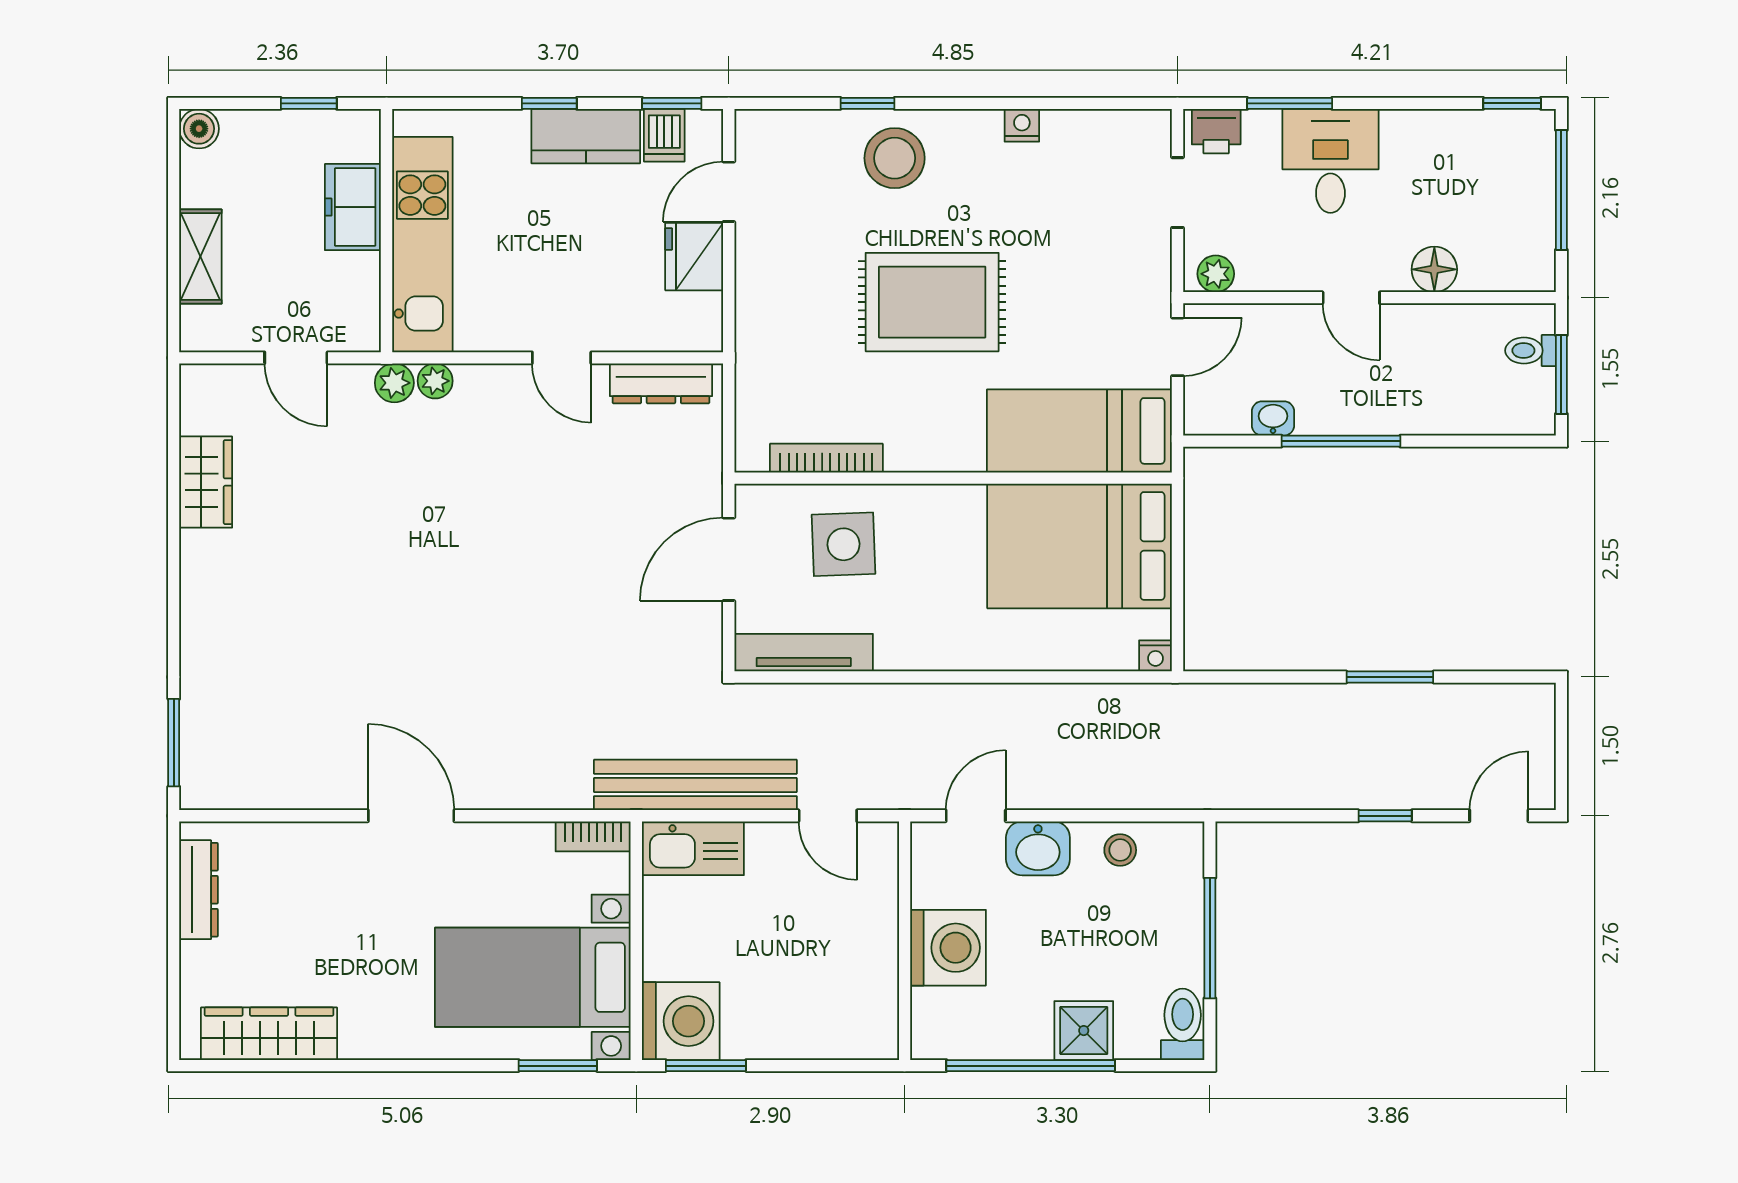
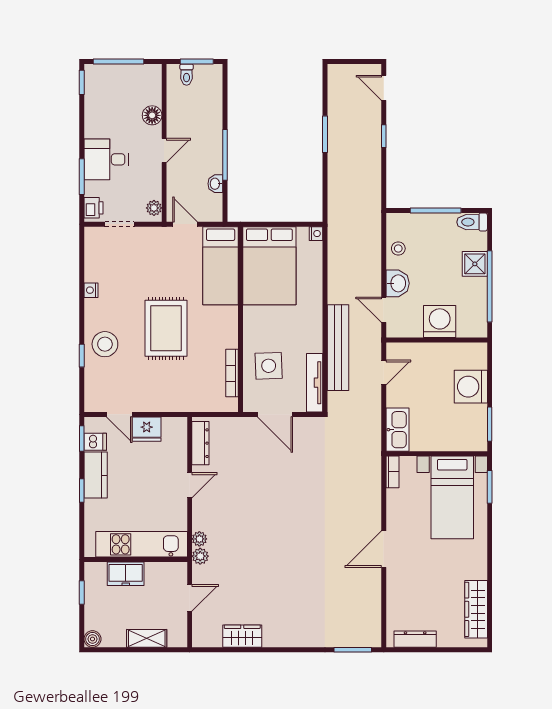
bench: (695, 785) -> (338, 348), moved
washing machine: (681, 1021) -> (471, 387), moved, turned -90

